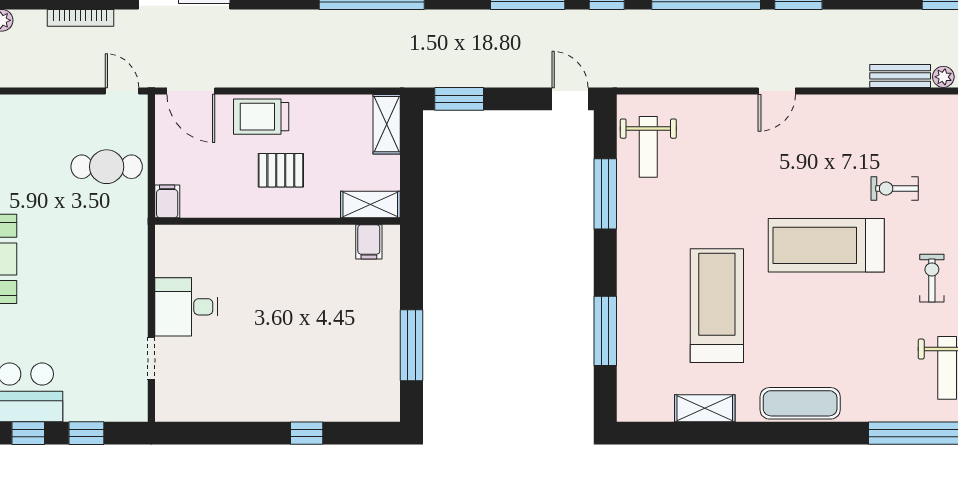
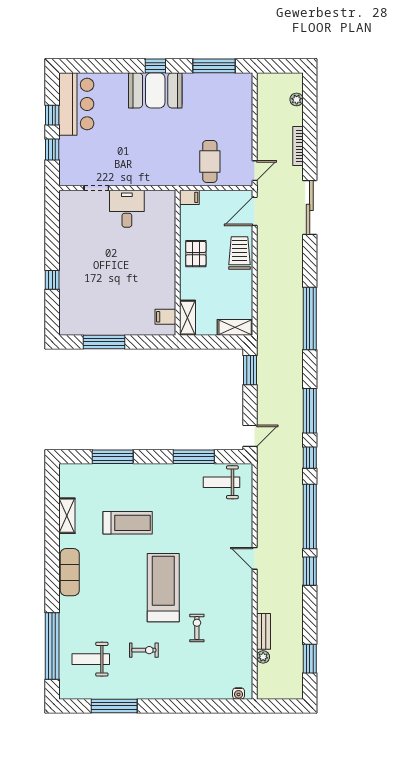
pallet: (281, 170) -> (196, 254), moved
treadmill: (717, 306) -> (128, 523), width x0.73, depth x0.73

